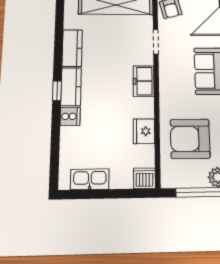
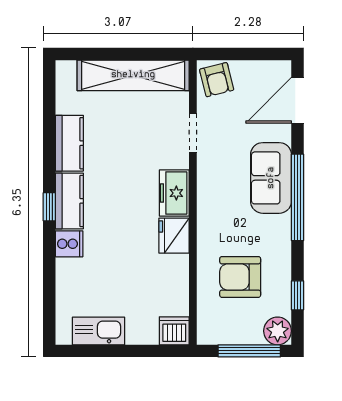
fridge: (144, 131) -> (174, 236), moved
armchair: (190, 139) -> (240, 277), width x0.73, depth x0.73

